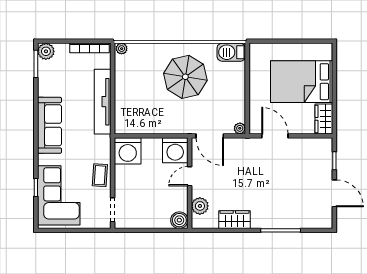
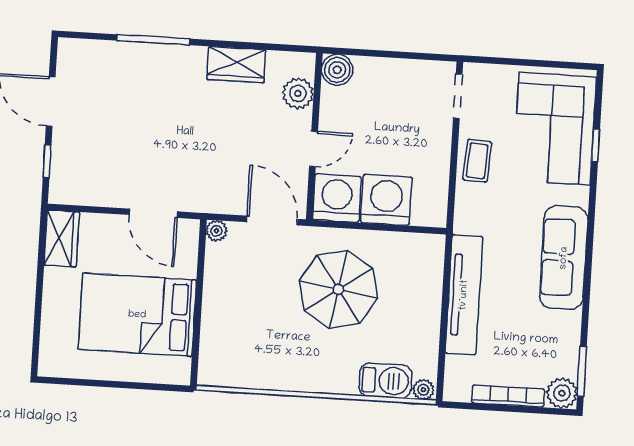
bookcase: (90, 48) -> (508, 396), moved
barbecue: (231, 52) -> (385, 381), moved
parasol: (185, 77) -> (338, 289), moved
bed: (302, 82) -> (137, 315), moved, turned 180
washing machine: (128, 151) -> (386, 200), moved

